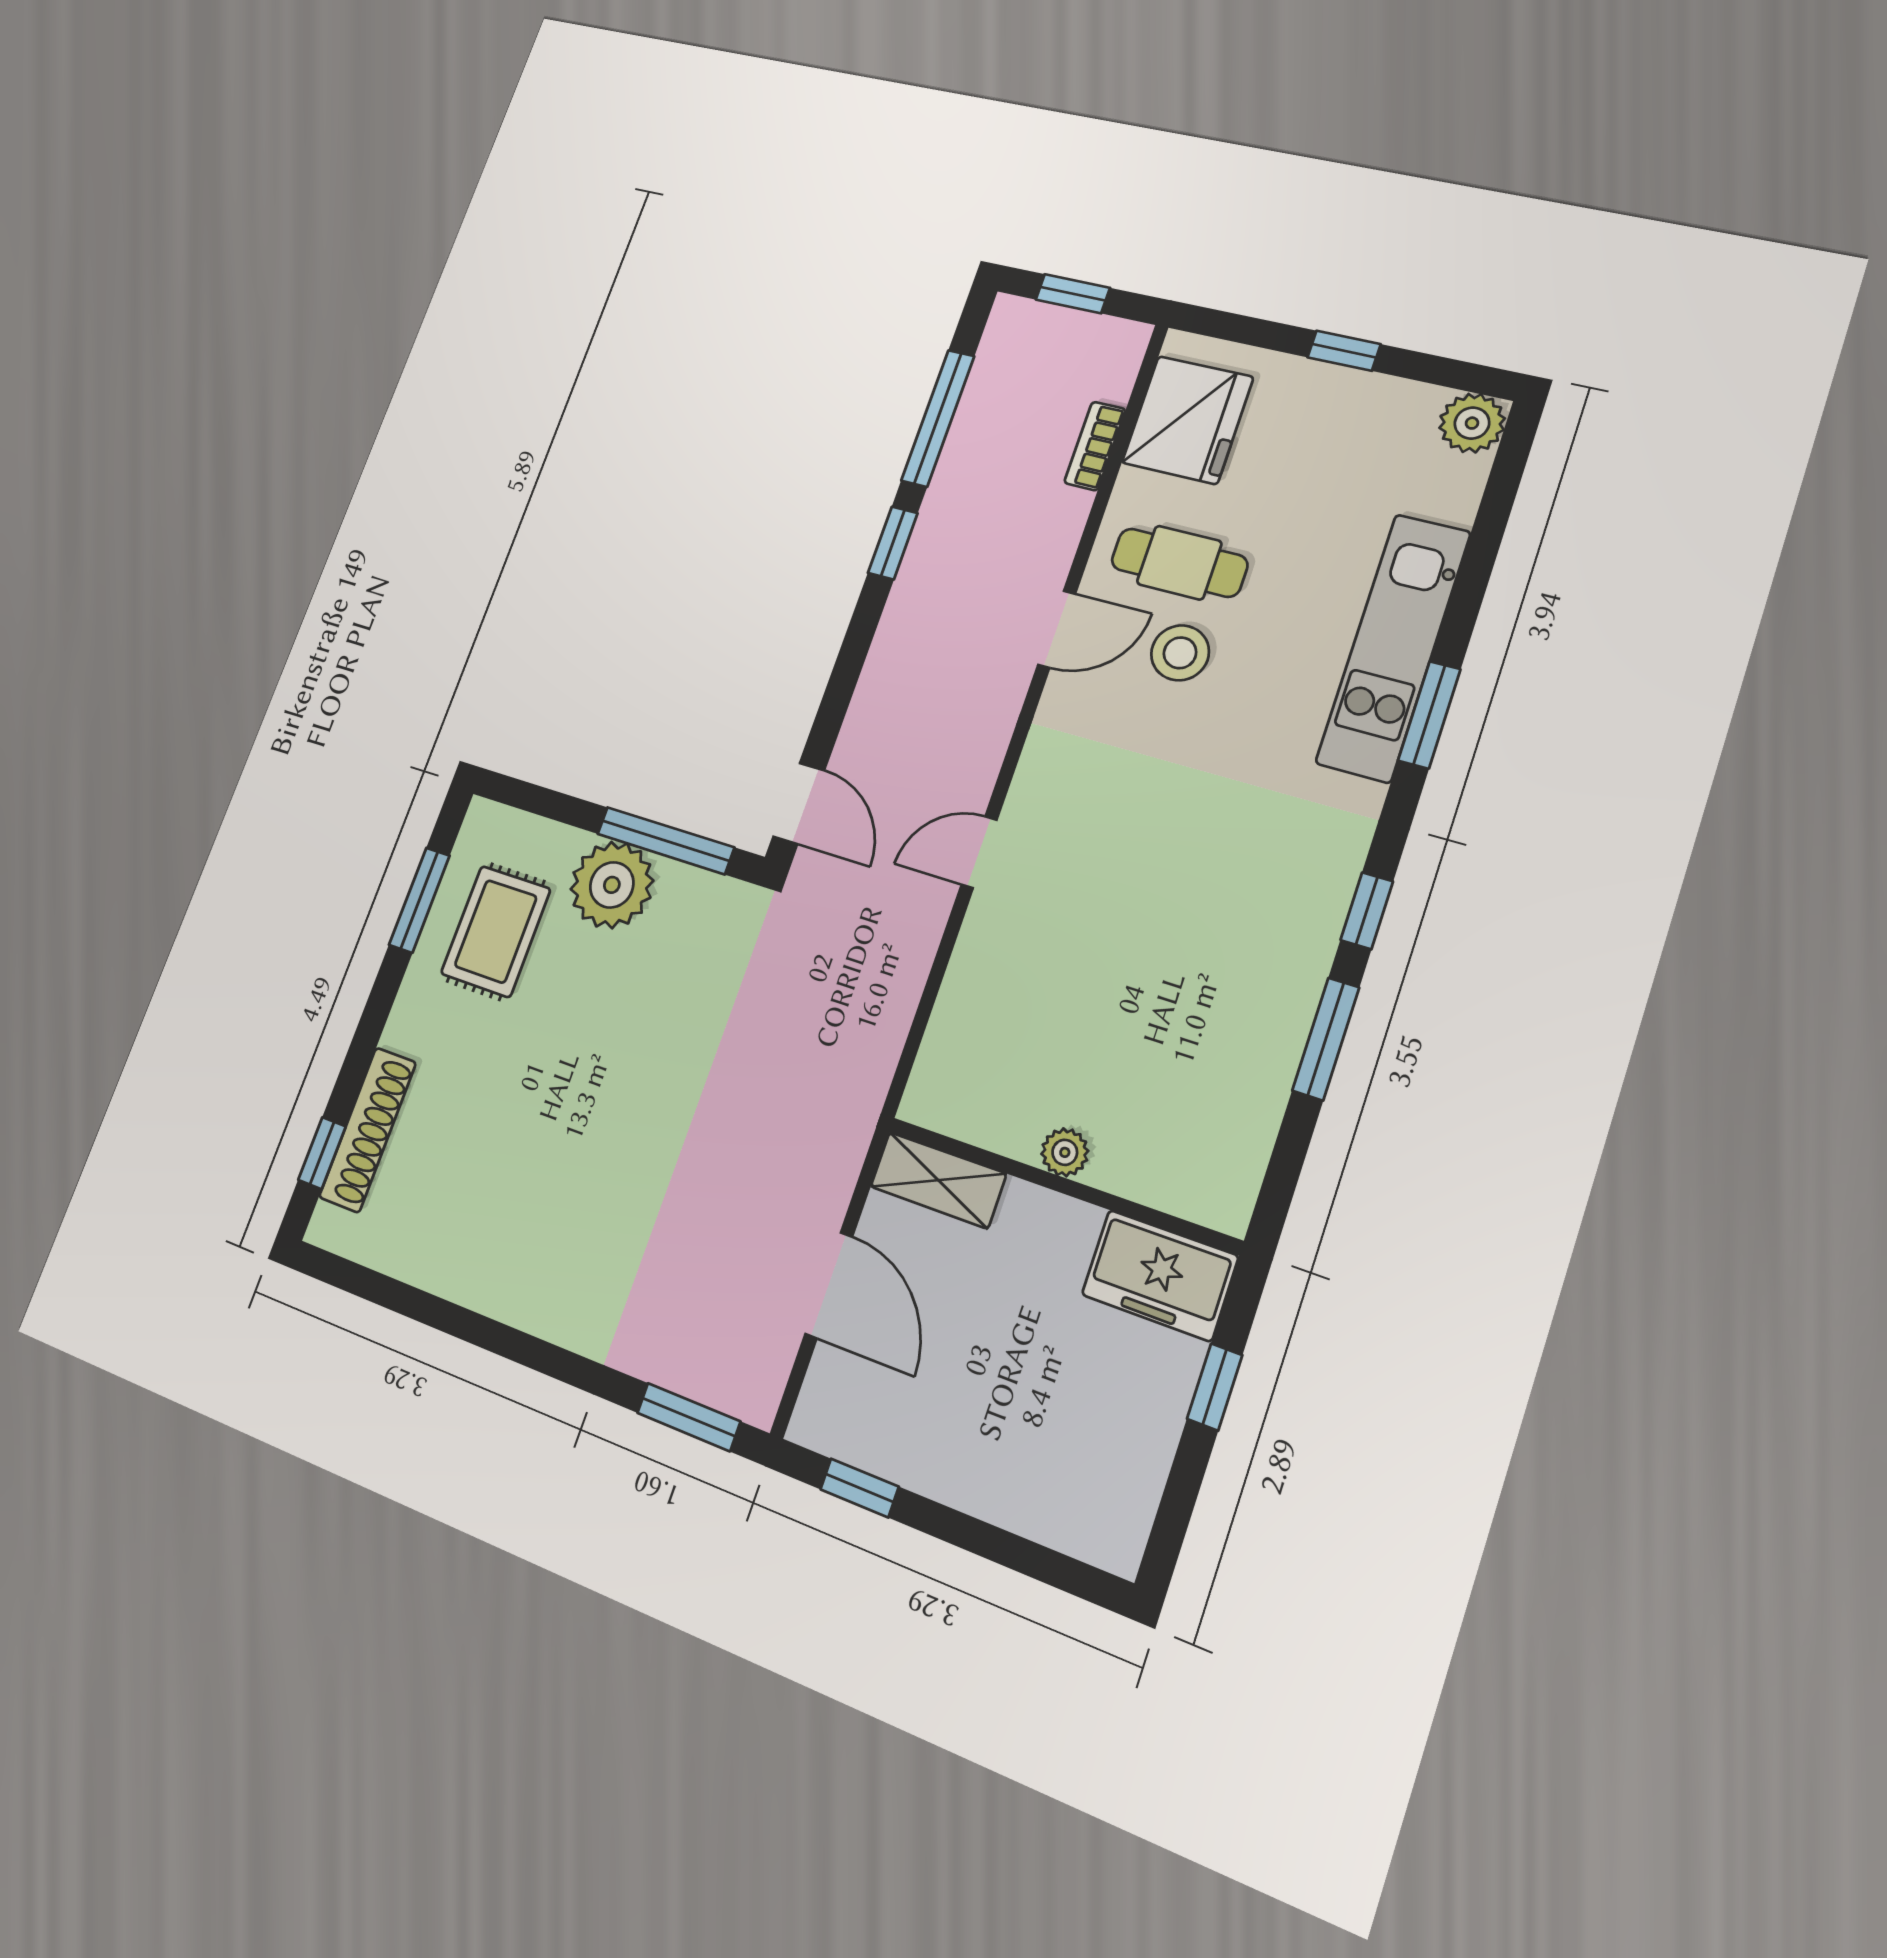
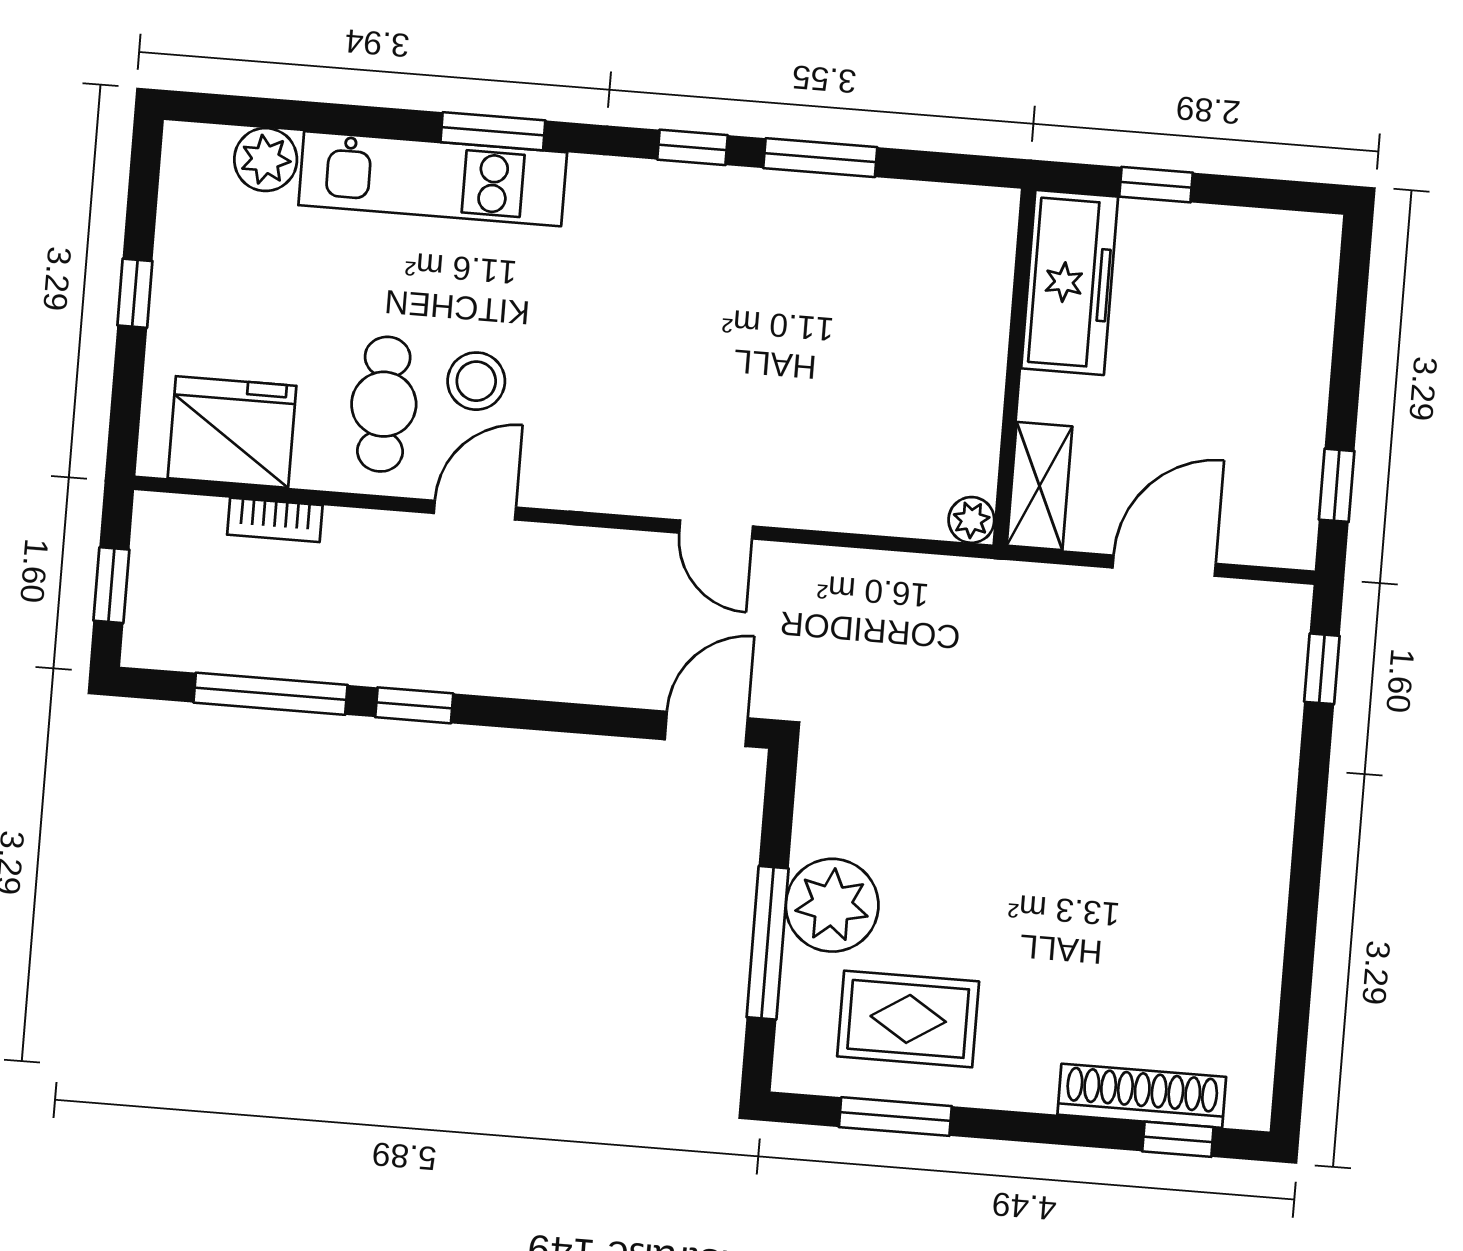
plant: (1472, 423) -> (266, 160), moved
door: (1057, 629) -> (475, 510), hinge flipped
window: (665, 841) -> (768, 943), moved
plant: (1065, 1152) -> (971, 520), moved
freezer: (1160, 1275) -> (1070, 283), width x1.40
window: (689, 1417) -> (1322, 669), width x0.67

